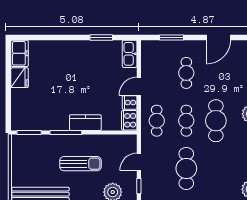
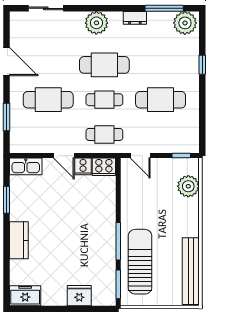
cafe table: (186, 73) -> (48, 100), width x1.37, depth x1.35
fridge: (20, 78) -> (79, 296), moved
kitchen counter: (85, 123) -> (19, 240), moved, turned 180
door: (139, 162) -> (140, 156), moved
sun lounger: (81, 164) -> (140, 262), moved, width x1.36, depth x1.34

